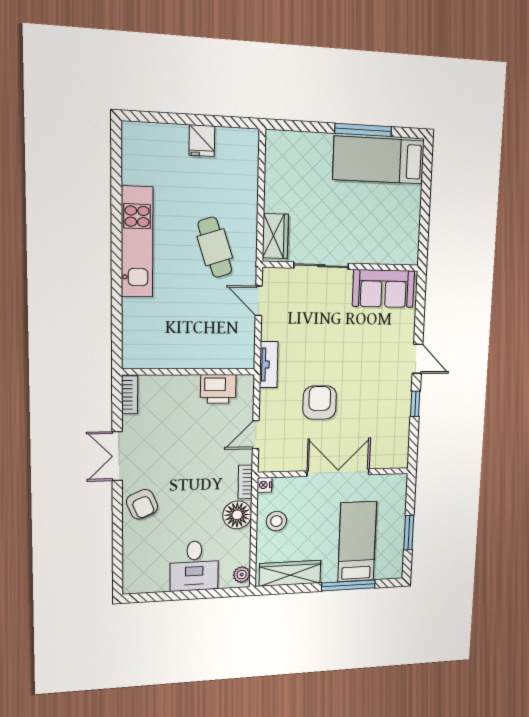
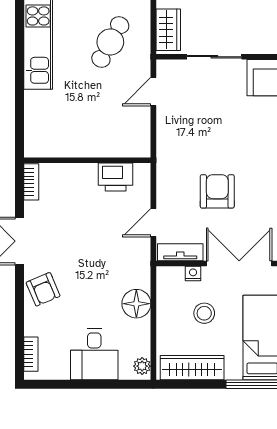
cafe table: (215, 247) -> (110, 42), turned 47
door: (259, 301) -> (153, 92), hinge flipped
tv unit: (269, 365) -> (180, 252), moved, turned -90
bookcase: (245, 482) -> (31, 354), moved, turned 180
nightstand: (264, 485) -> (193, 273), moved, turned 90
stool: (276, 521) -> (204, 313), moved

